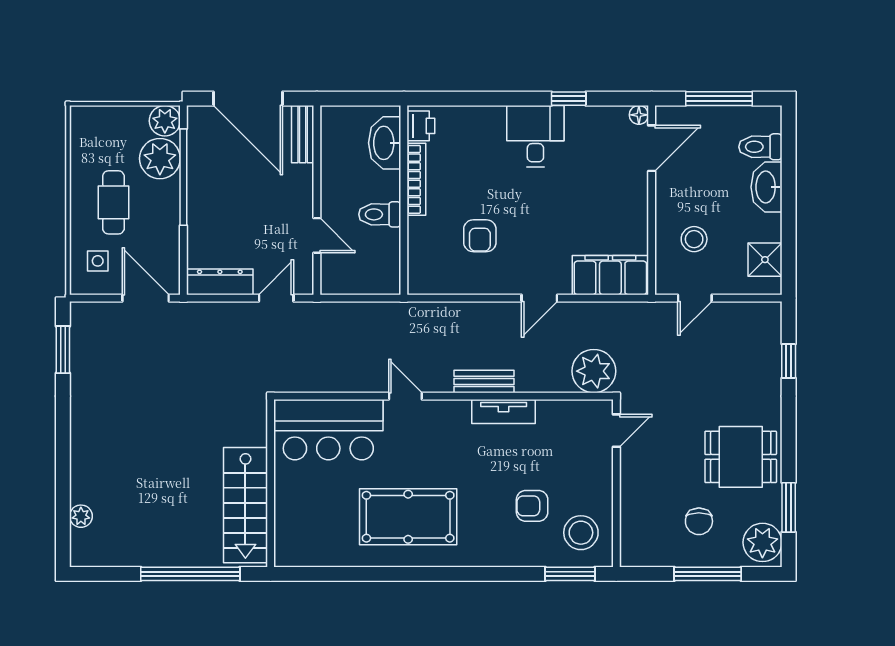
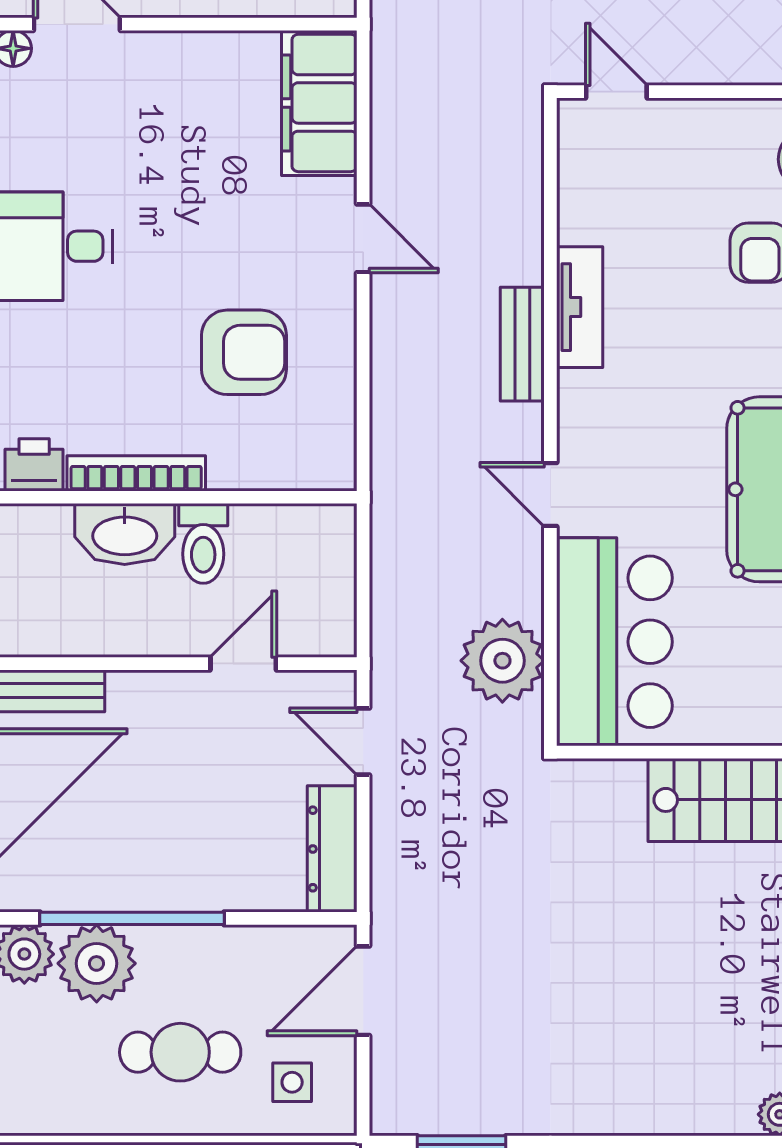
washbasin: (385, 143) -> (125, 534), moved
armchair: (480, 236) -> (244, 352), width x1.38, depth x1.38
plant: (594, 371) -> (502, 661), moved
door: (405, 396) -> (550, 495), hinge flipped

